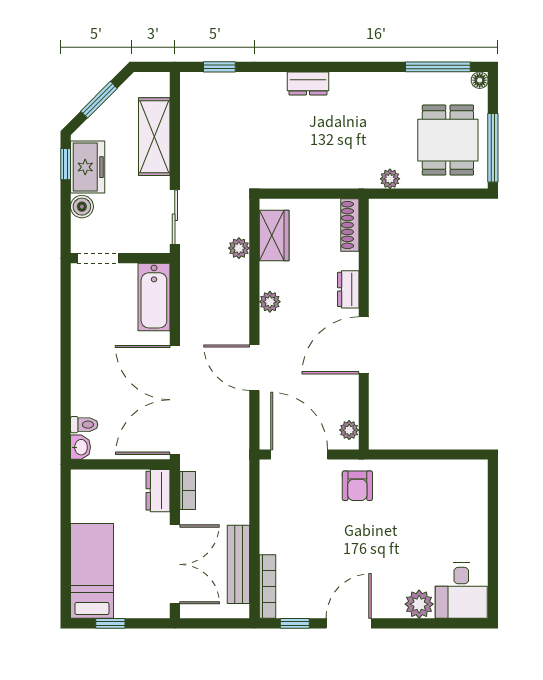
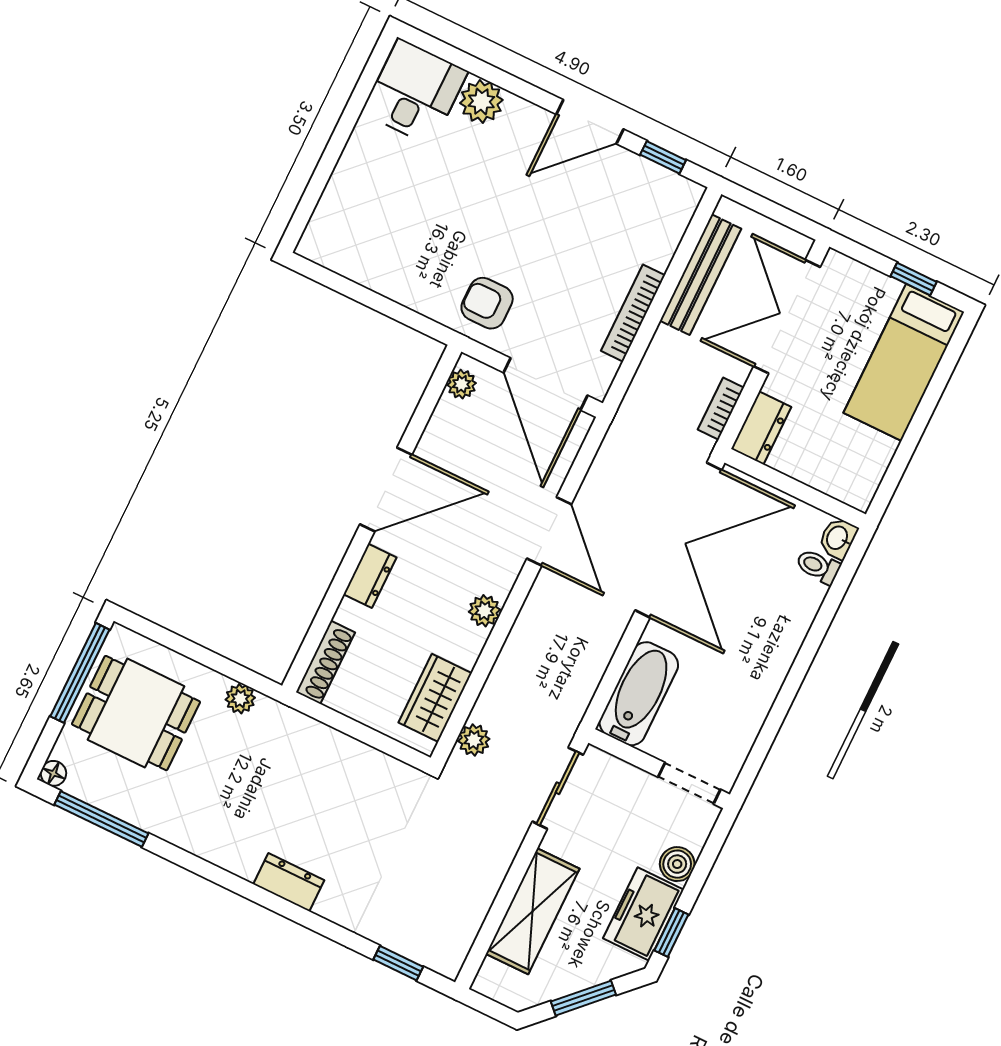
dining table: (448, 140) -> (136, 713), turned 90
plant: (239, 248) -> (474, 740), moved
armchair: (357, 486) -> (487, 303), turned -90
bookcase: (268, 587) -> (633, 313), moved

